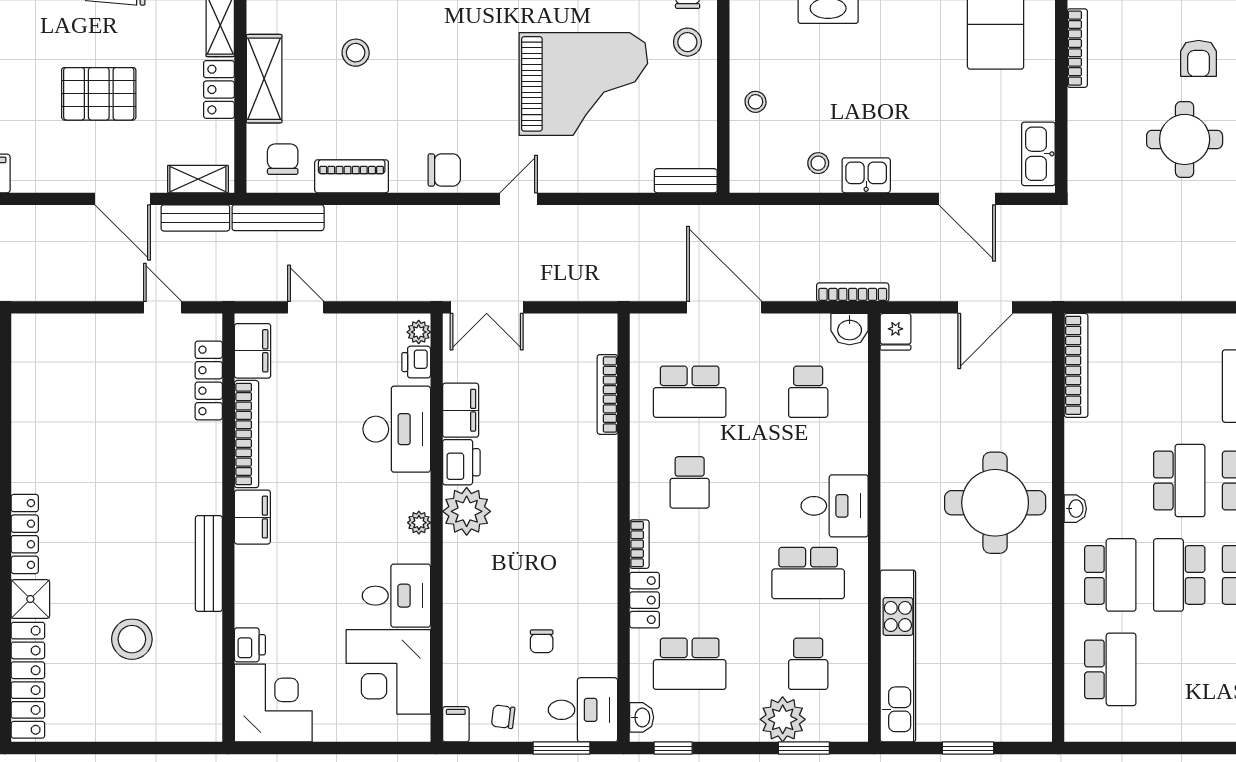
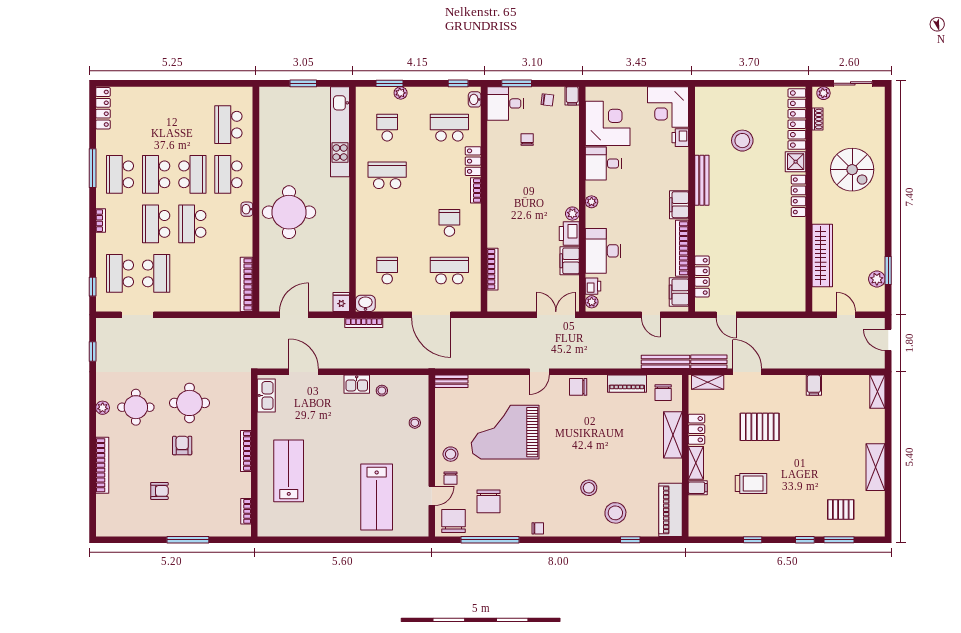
stool: (356, 53) -> (625, 449), removed
desk: (835, 506) -> (373, 211), removed
plant: (467, 511) -> (572, 214), width x0.53, depth x0.53
plant: (783, 719) -> (401, 93), width x0.53, depth x0.53

